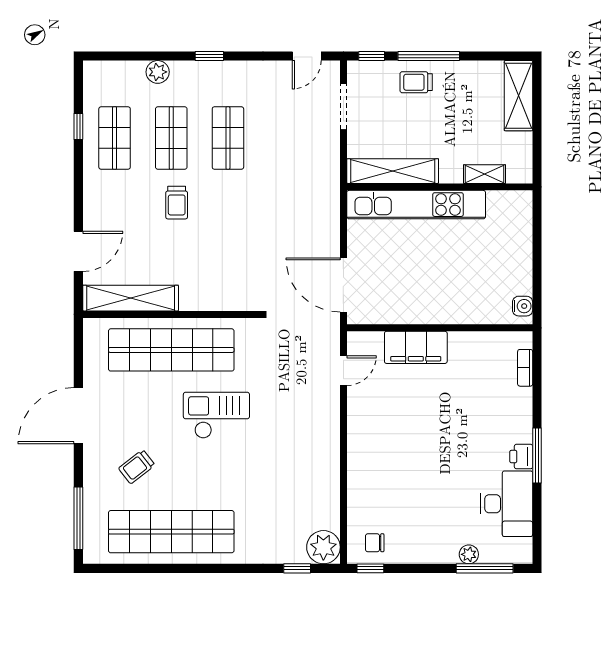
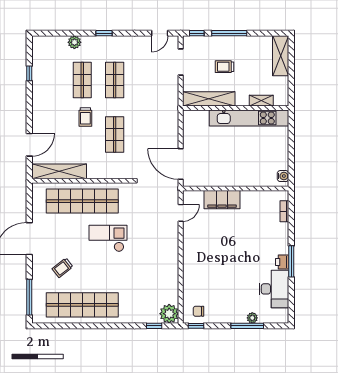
trolley: (416, 82) -> (225, 67), moved
shop shelf: (115, 138) -> (115, 135), moved
kitchen unit: (416, 205) -> (249, 118), moved
window: (485, 568) -> (247, 326), moved

